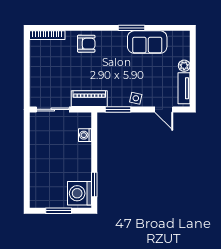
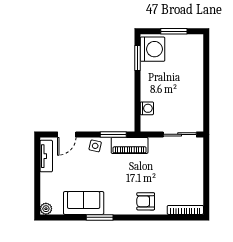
plant: (184, 66) -> (46, 209), moved
piano: (89, 99) -> (130, 145), moved
door: (164, 109) -> (67, 134), swing flipped

